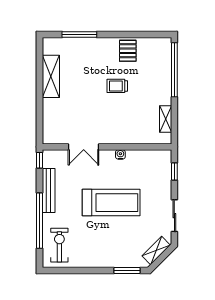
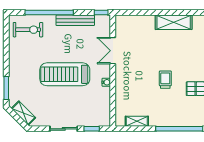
treadmill: (111, 203) -> (65, 74), turned 90
sliding door: (174, 216) -> (64, 129), moved

